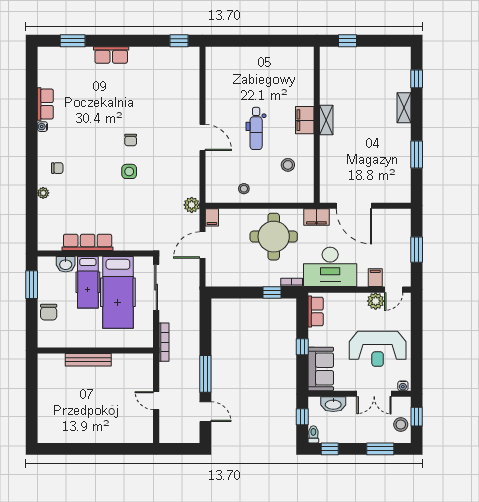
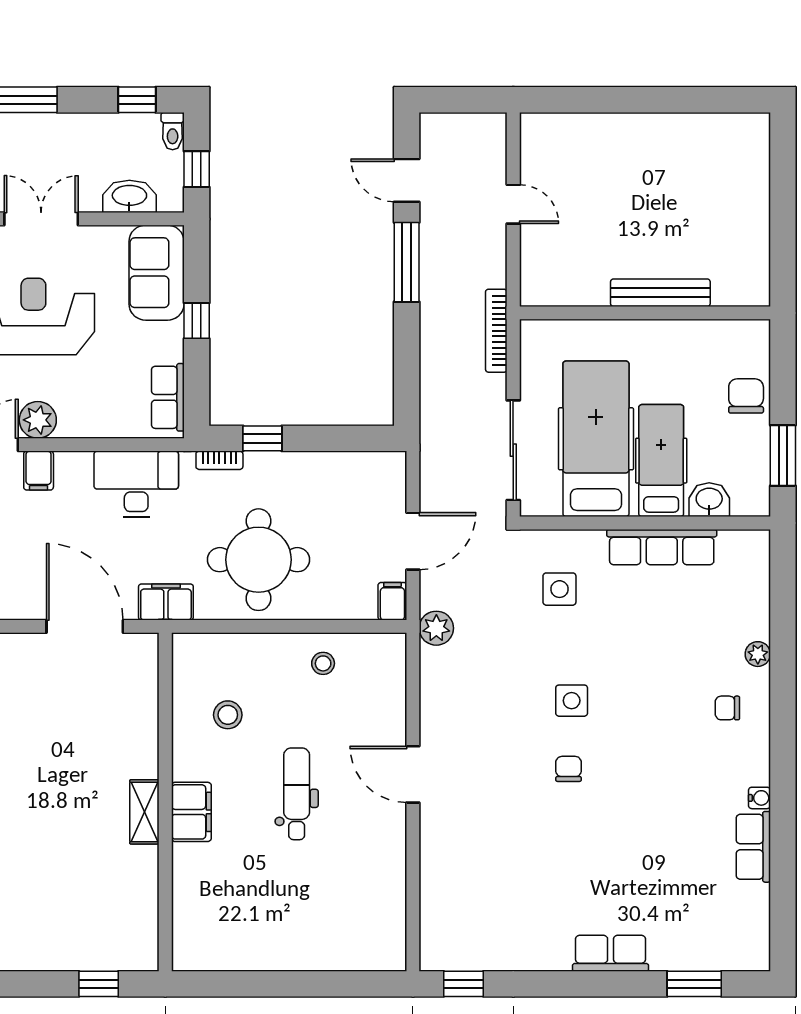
side table: (135, 223) -> (559, 589), added
desk: (330, 267) -> (136, 484), width x0.73, depth x0.77

